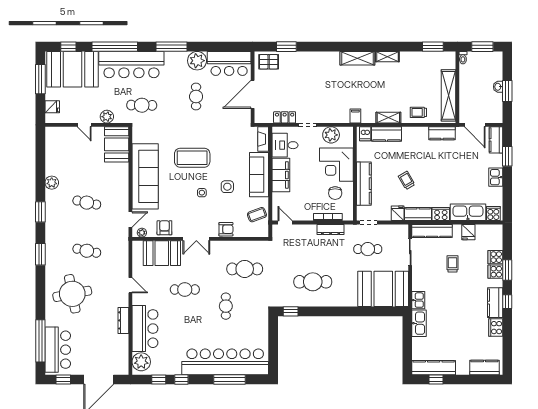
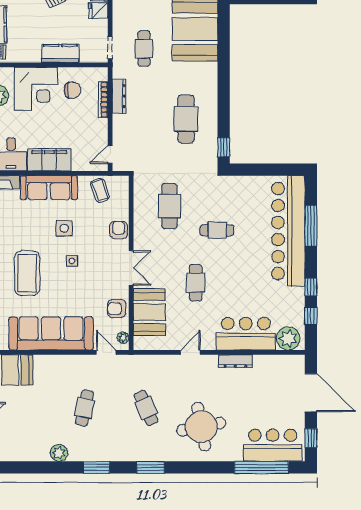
kitchen counter: (364, 184) -> (60, 53), width x0.67
cafe table: (87, 251) -> (146, 408), turned -36

